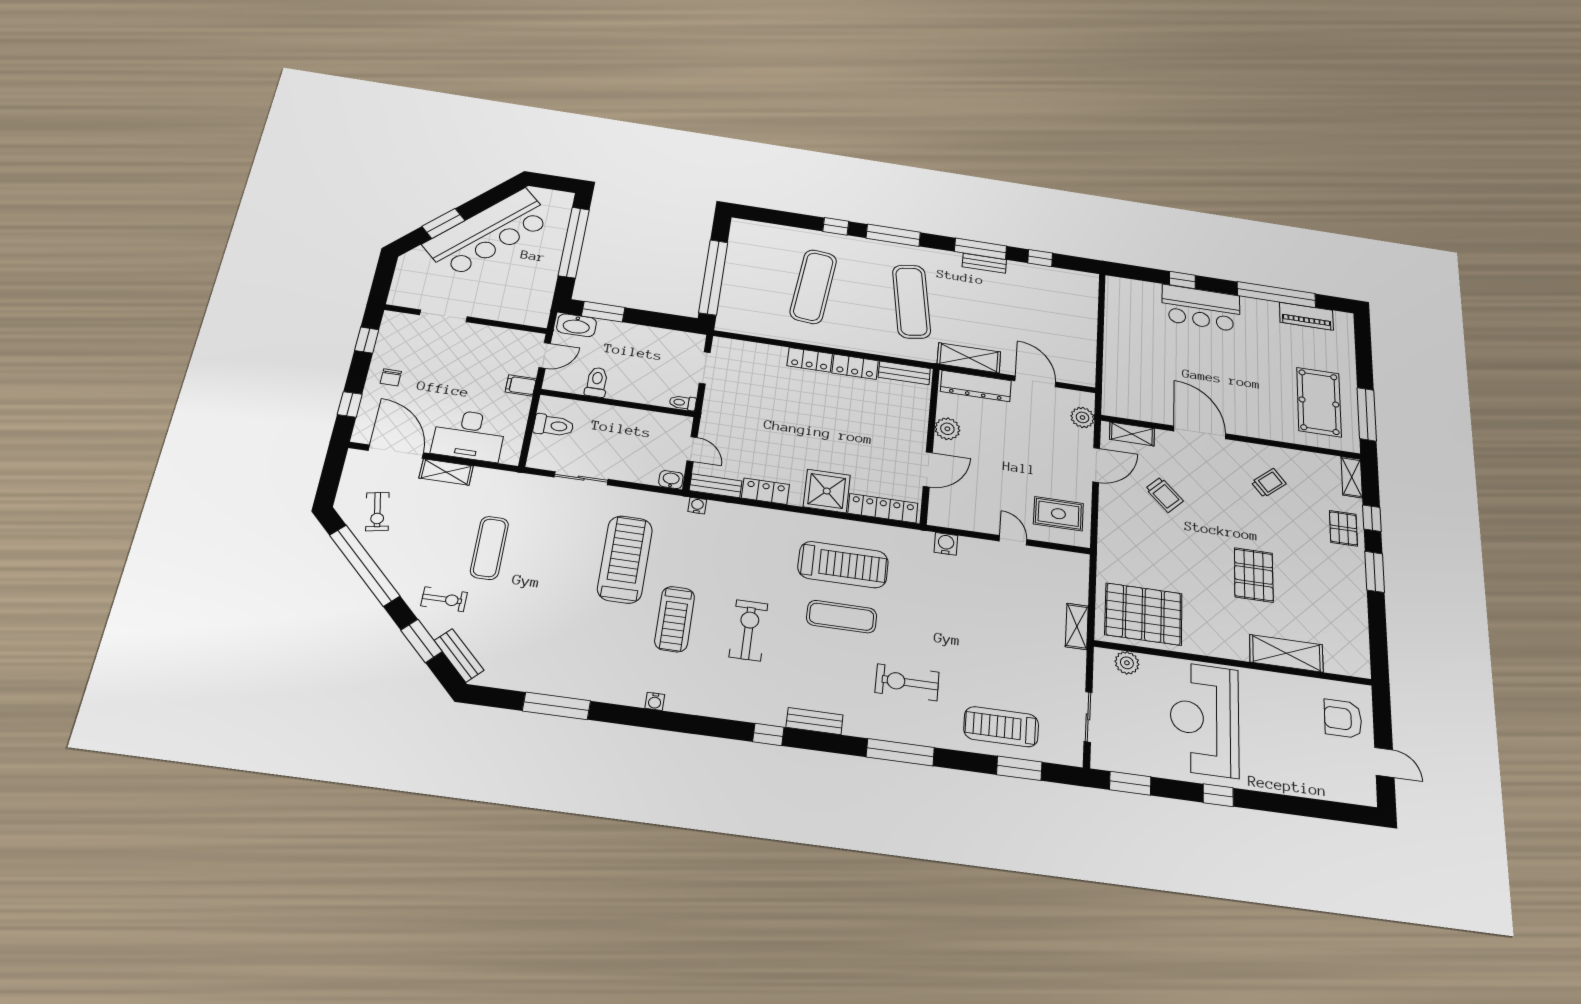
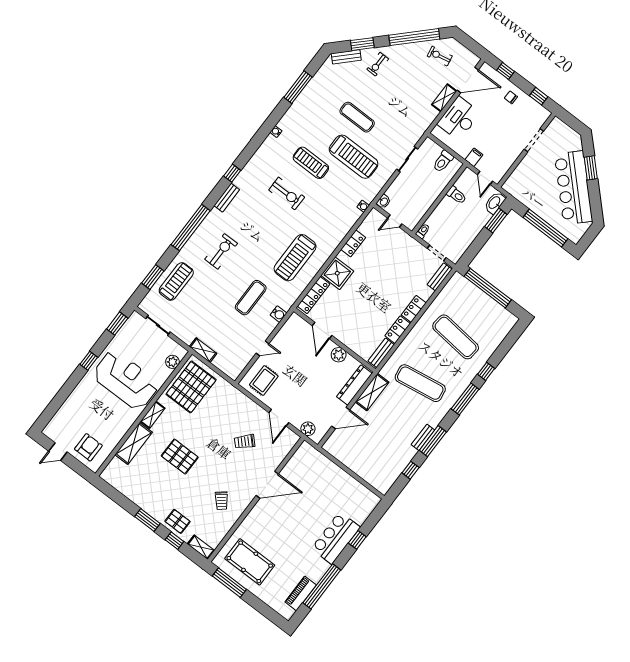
shelving: (1132, 434) -> (153, 415), moved
bench: (716, 486) -> (440, 277), moved
exercise mat: (489, 548) -> (357, 117), moved
exercise mat: (842, 617) -> (251, 298), moved
window: (900, 752) -> (191, 228), width x1.46

